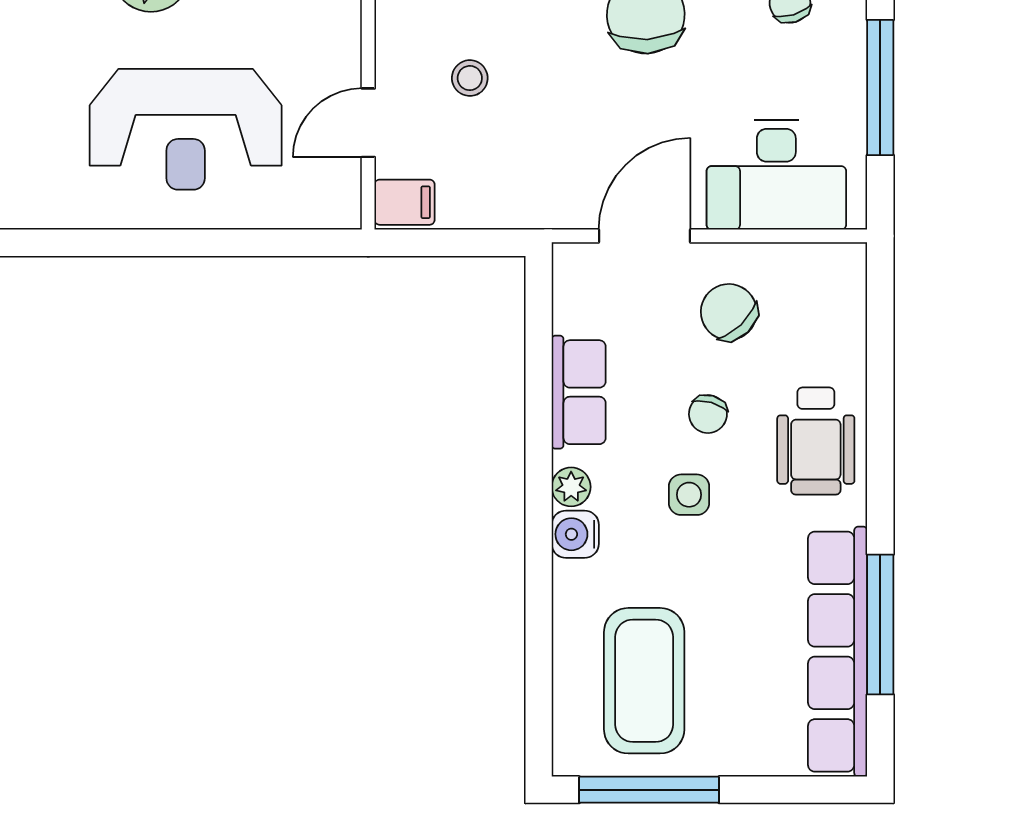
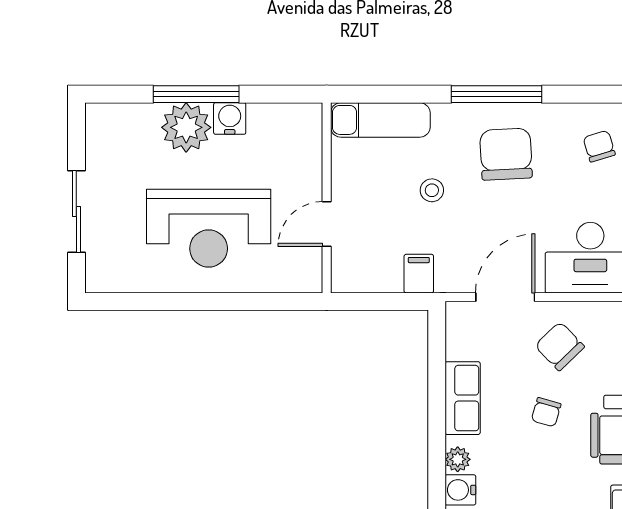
stool: (470, 78) -> (432, 190), moved
filing cabinet: (405, 202) -> (419, 274), moved, turned -90
side table: (689, 495) -> (534, 464), removed

